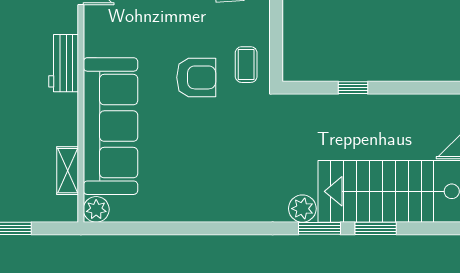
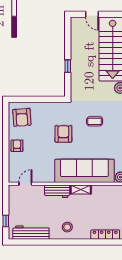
coffee table: (246, 65) -> (95, 121), moved
shelving: (68, 171) -> (81, 189), moved

